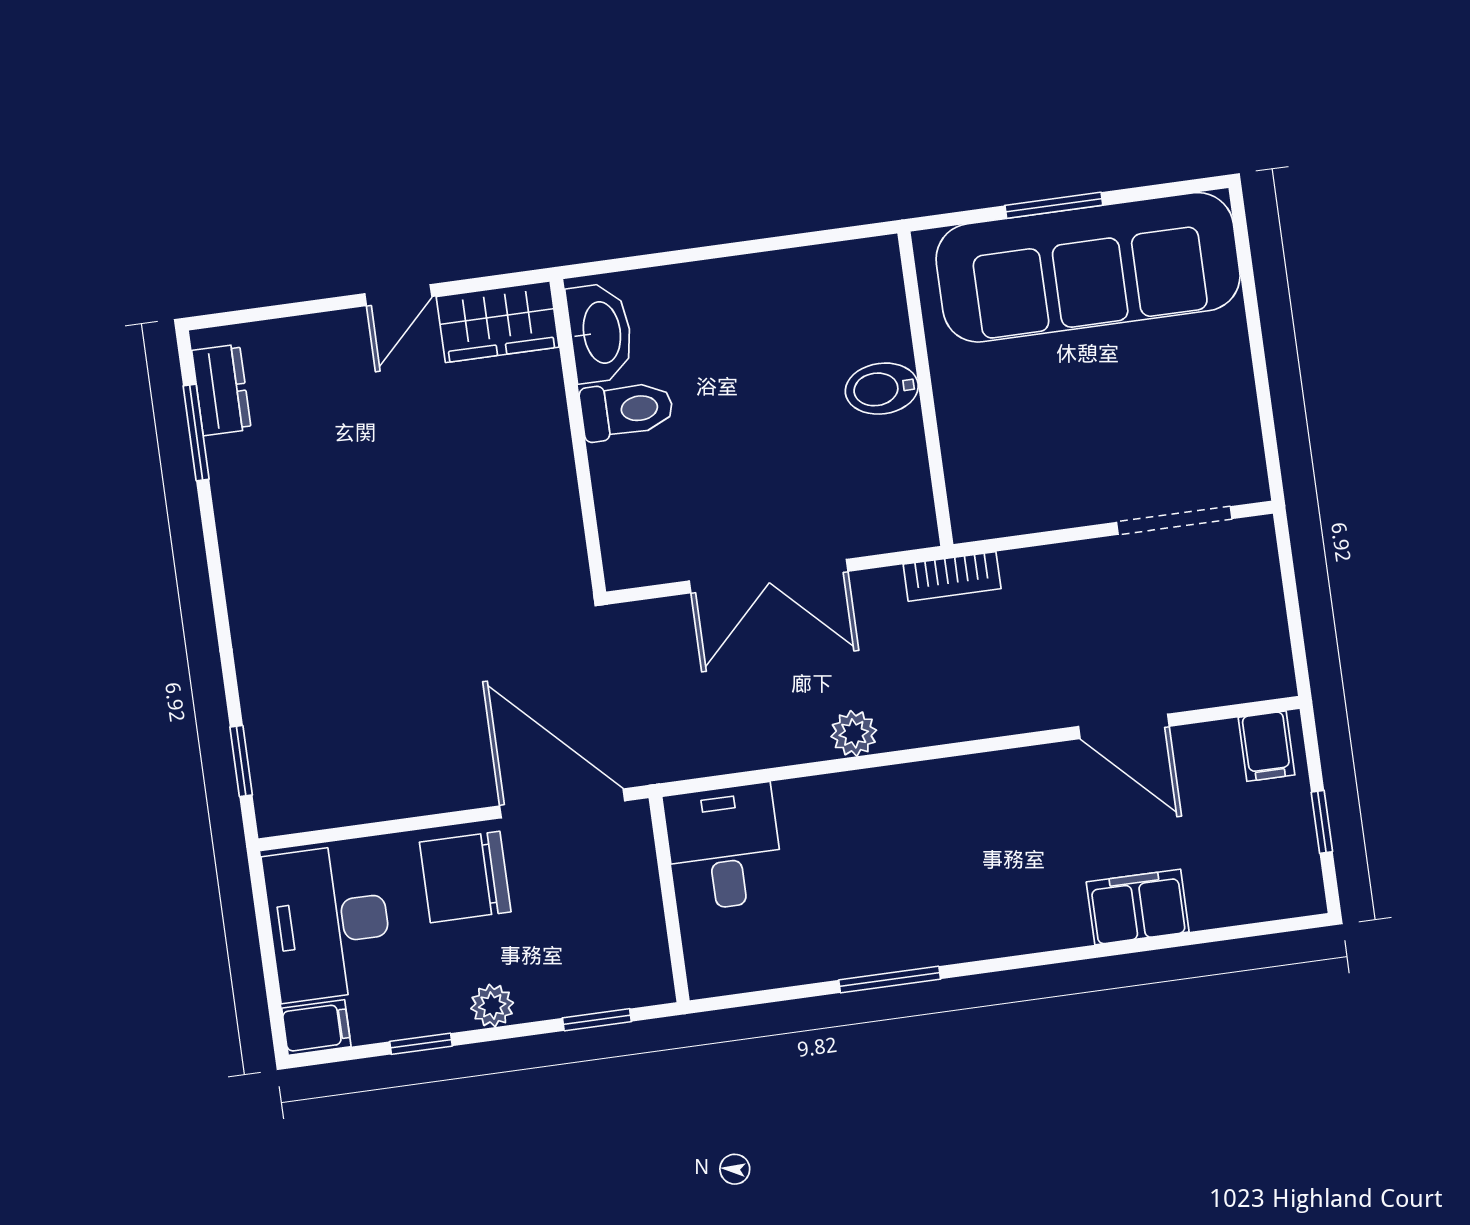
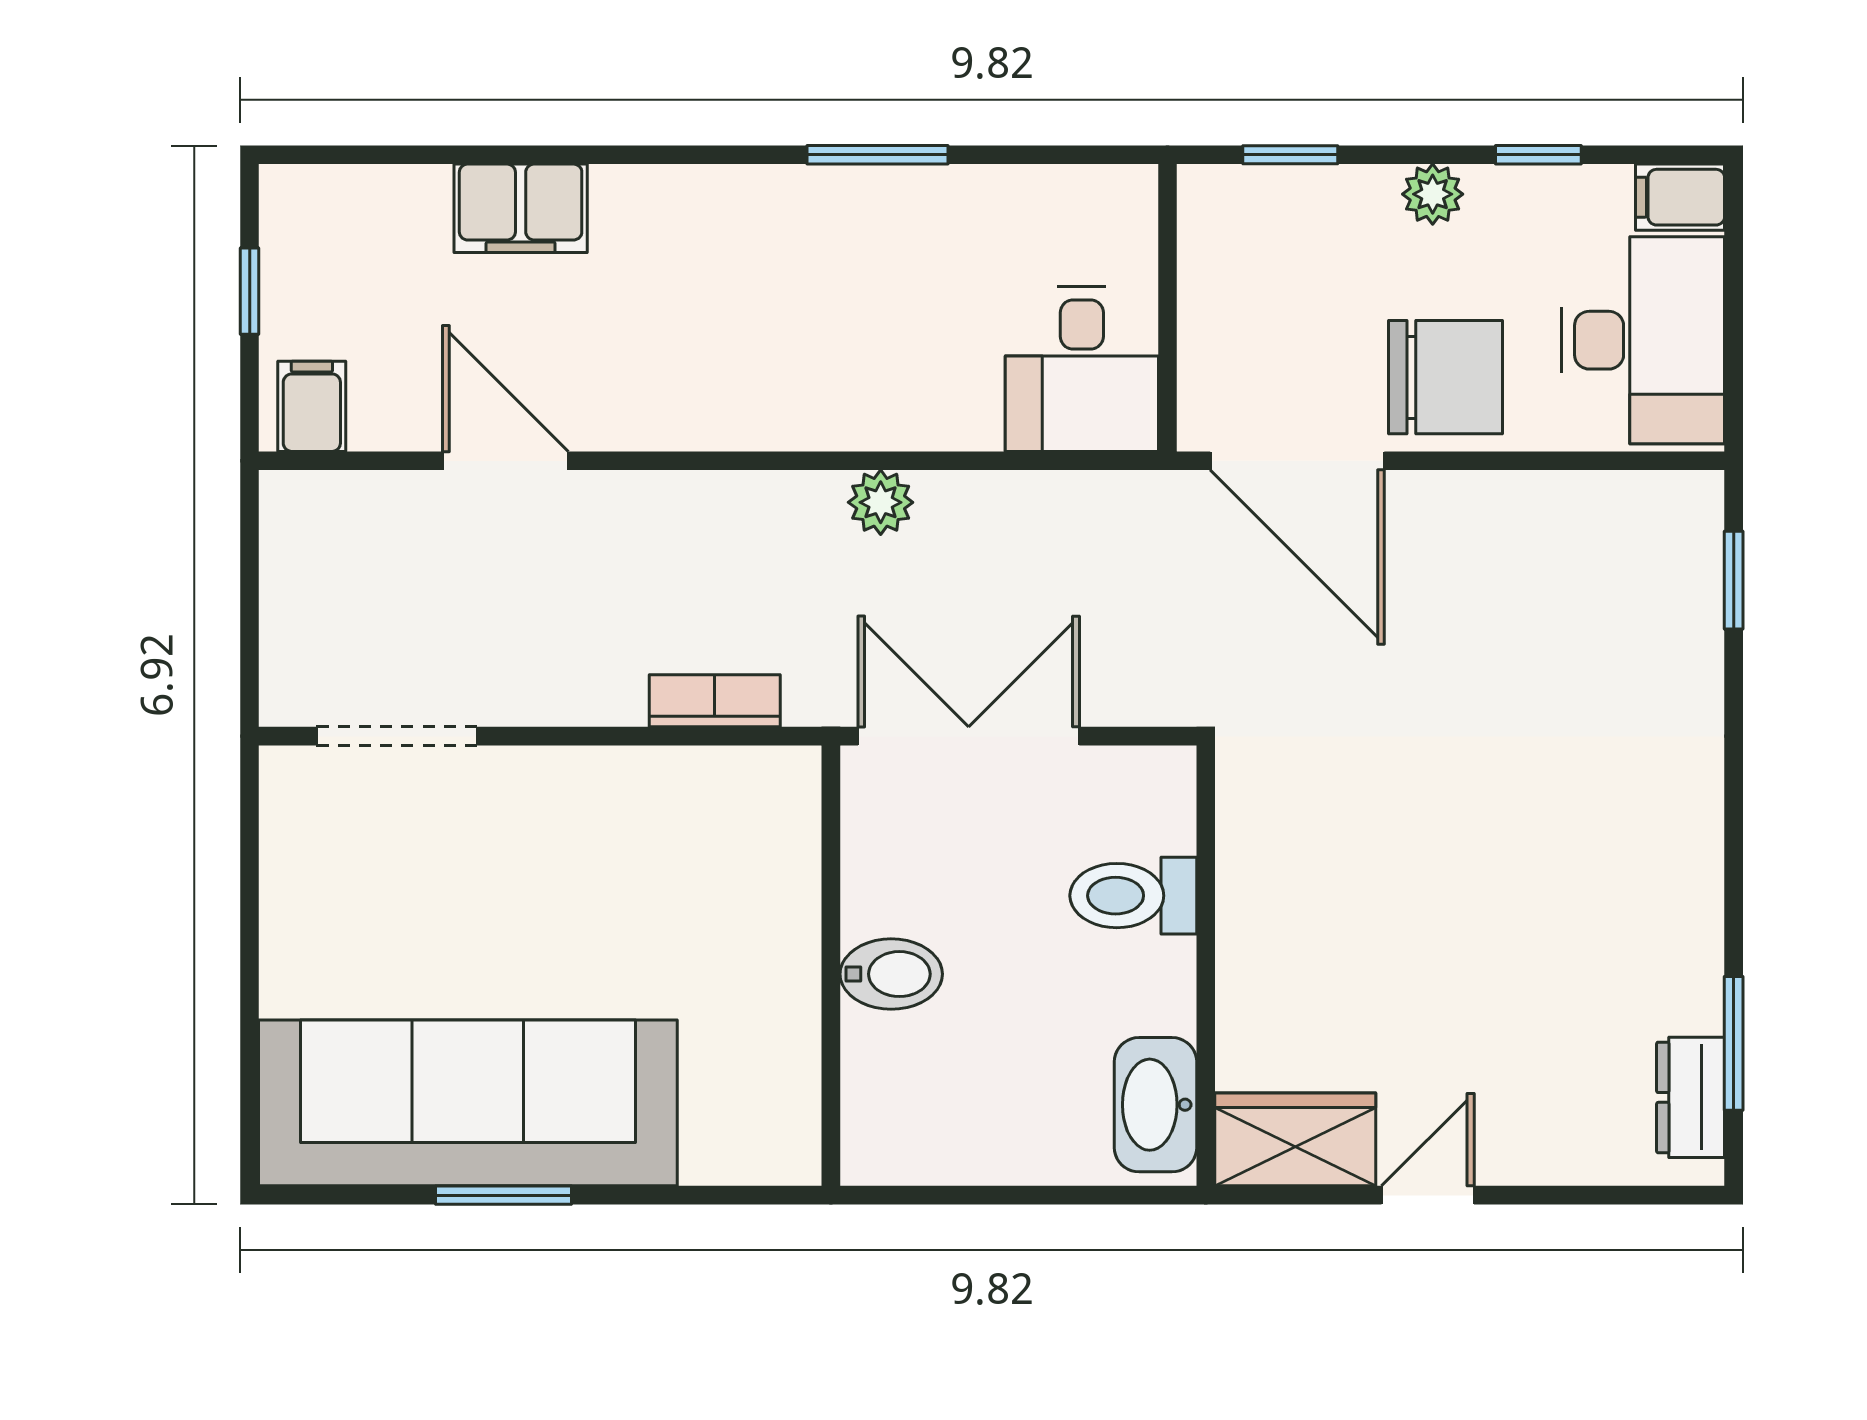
bidet: (882, 389) -> (891, 974), moved
wall: (925, 389) -> (831, 966), moved
toilet: (627, 410) -> (1133, 896), moved

